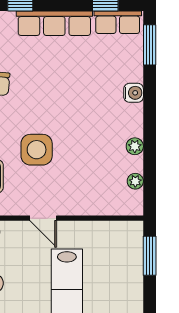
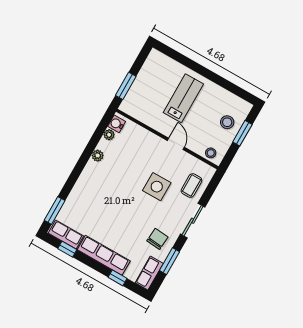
water cooler: (134, 93) -> (117, 124), moved

